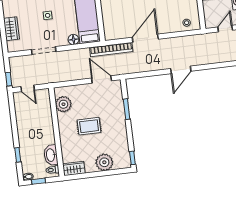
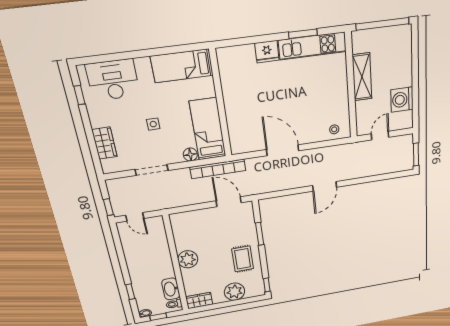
door: (145, 38) -> (283, 150), hinge flipped
bookcase: (111, 49) -> (218, 169), moved
plant: (63, 104) -> (188, 259), moved
rug: (89, 126) -> (243, 259), moved, turned 90

